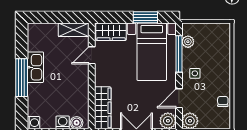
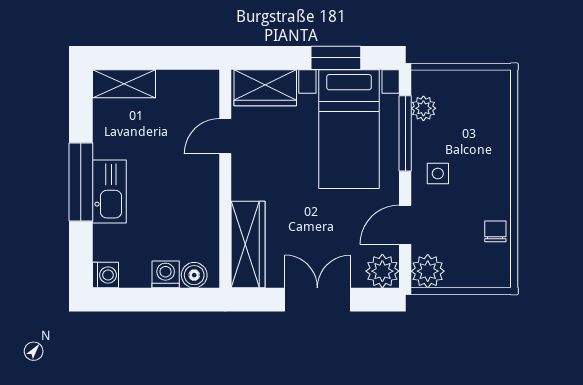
shelving: (74, 30) -> (124, 84), moved
kitchen sink: (35, 67) -> (109, 191), moved

